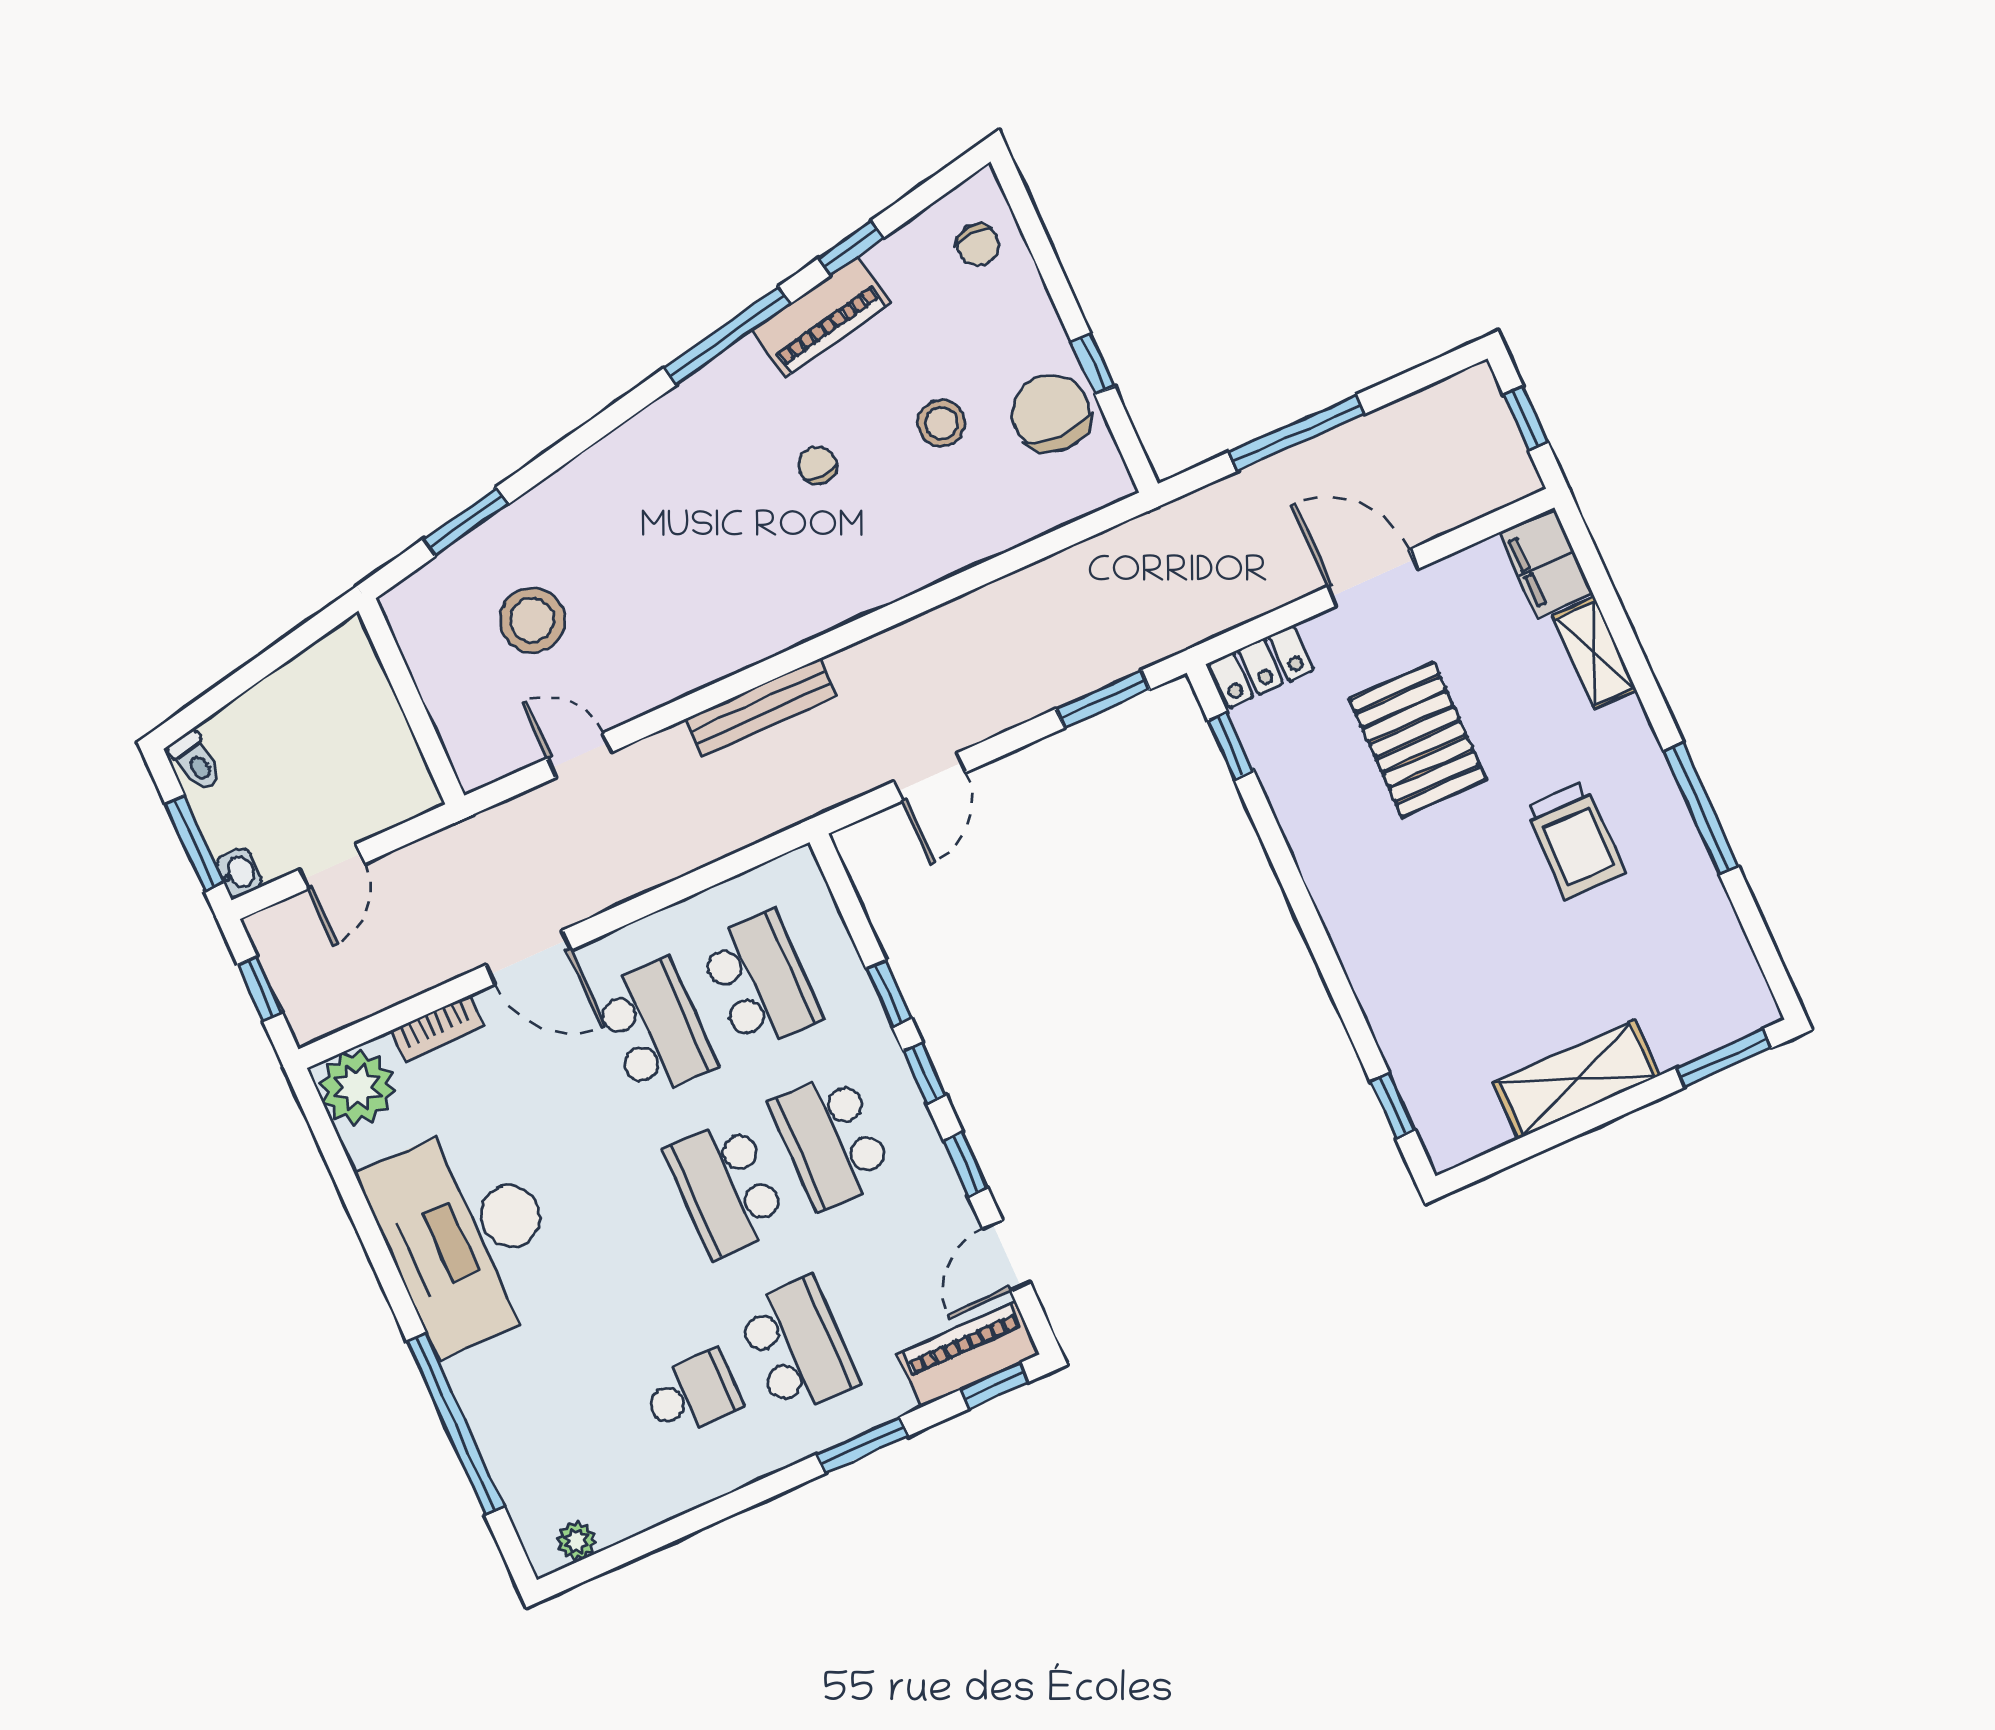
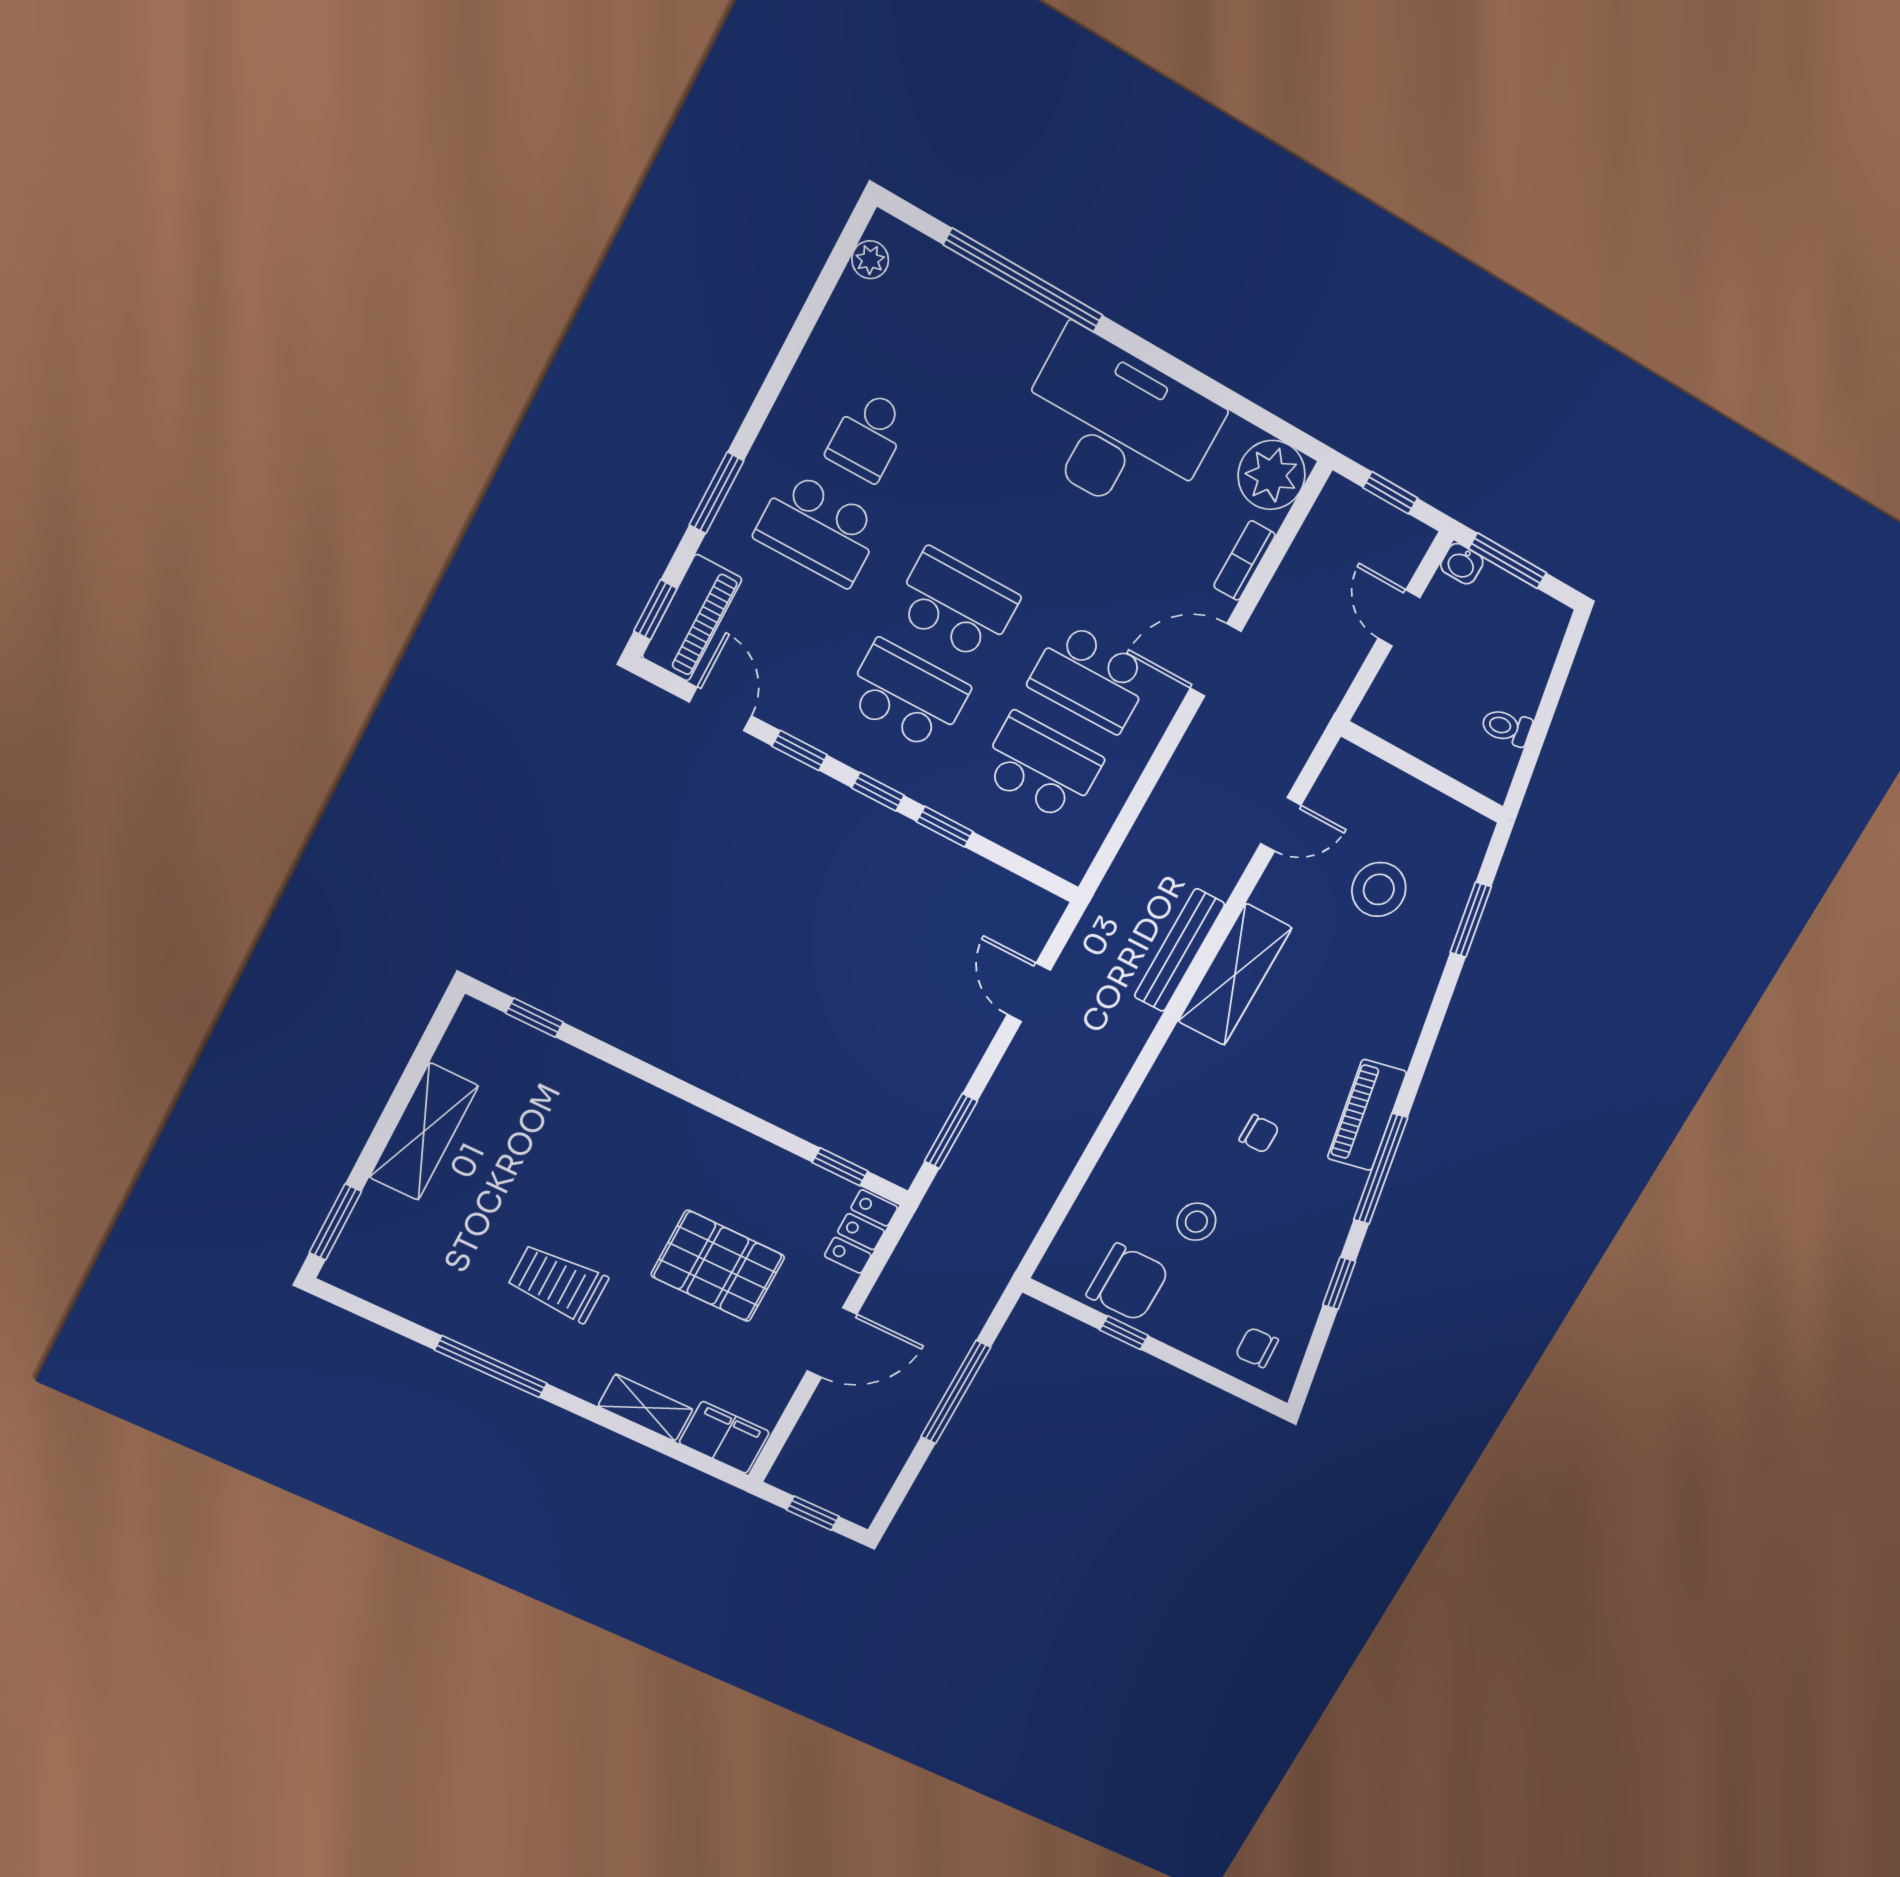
piano: (822, 317) -> (1367, 1115), moved
shelving: (726, 643) -> (1235, 975), added
toilet: (196, 761) -> (1506, 727), moved
school desk: (760, 981) -> (1041, 767), turned 180

